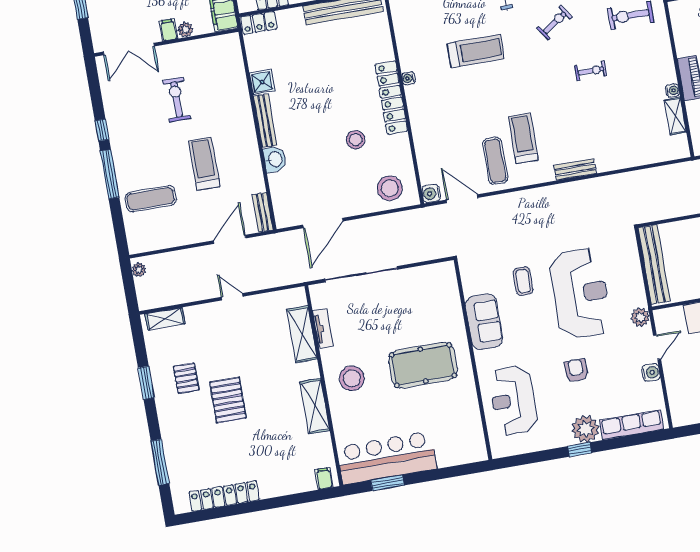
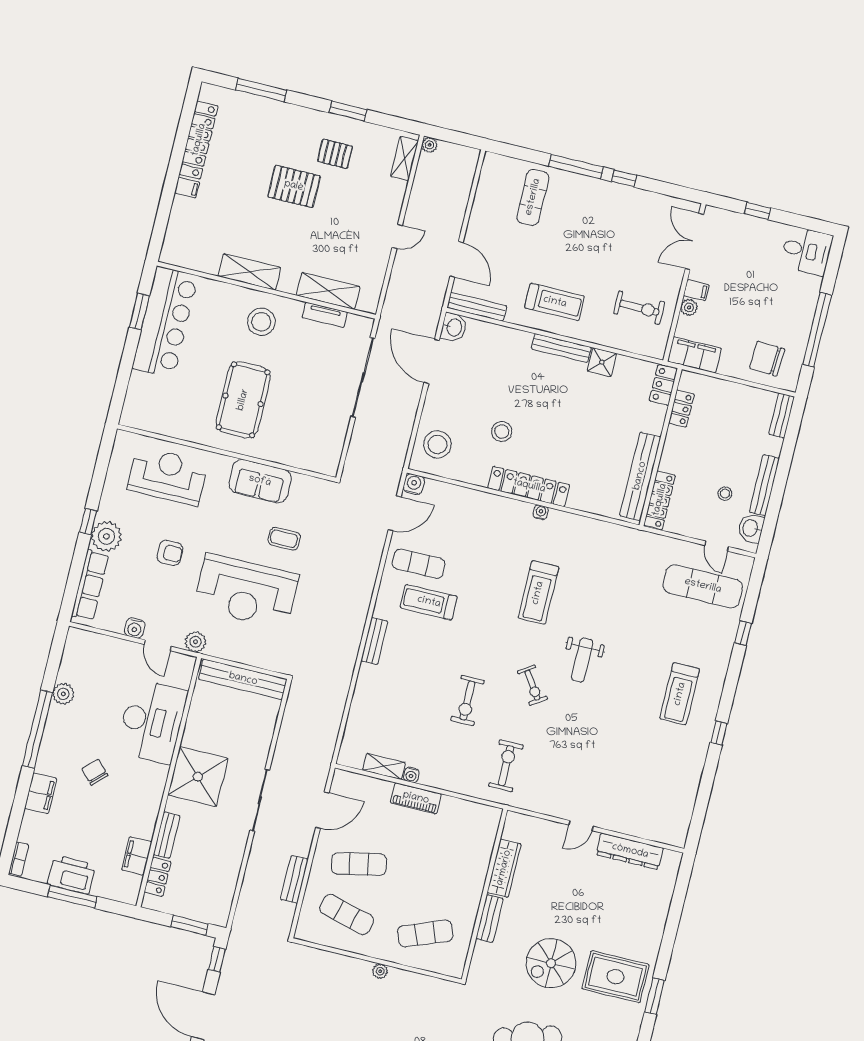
exercise bike: (591, 71) -> (467, 701), width x1.38, depth x1.39
exercise bike: (176, 100) -> (639, 308), moved
treadmill: (523, 138) -> (429, 602), turned 180
washbasin: (275, 159) -> (454, 327), moved, turned -90
treadmill: (204, 164) -> (555, 302), moved
bench: (263, 212) -> (477, 307), width x1.36
plant: (139, 270) -> (429, 145), moved
filing cabinet: (324, 478) -> (187, 187), moved

